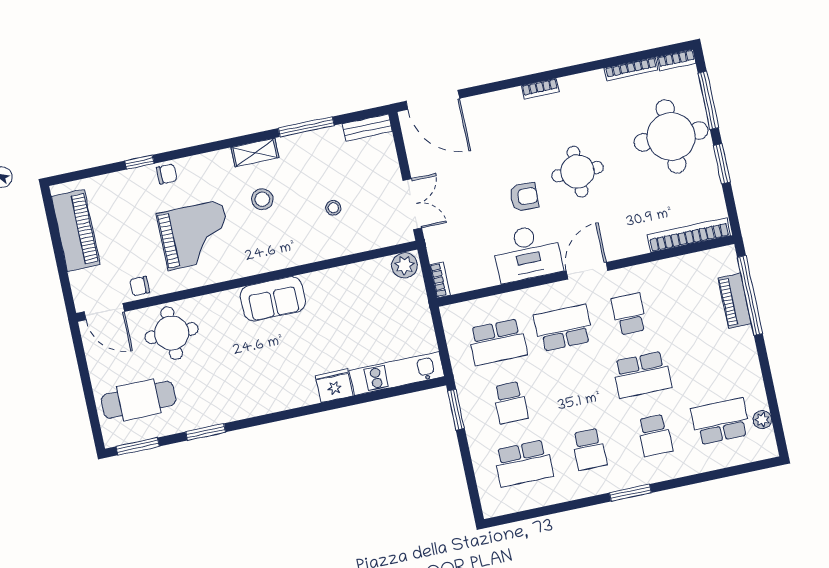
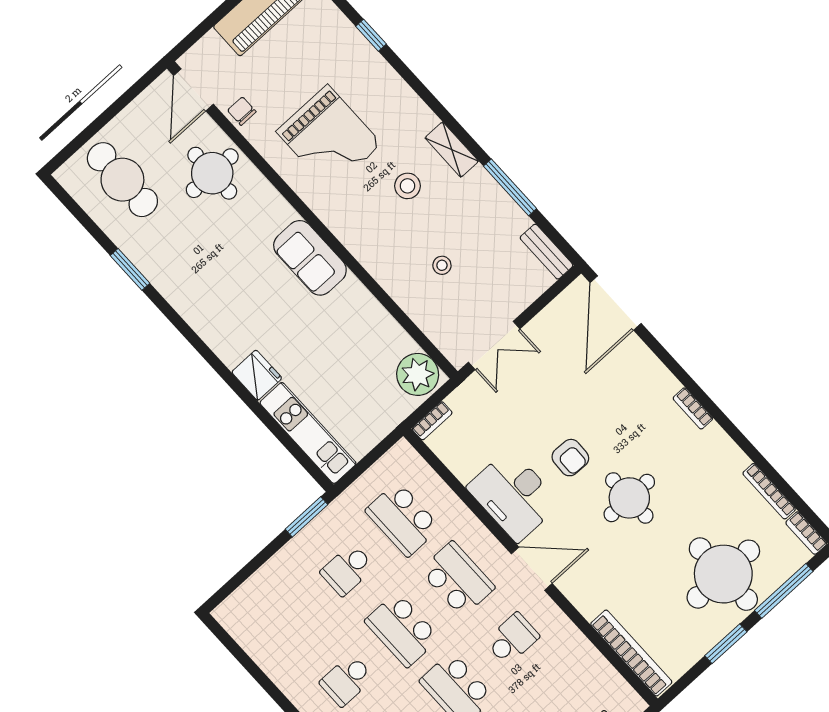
chair: (167, 174) -> (375, 71), removed
plant: (404, 265) -> (418, 374), width x1.36, depth x1.36
window: (138, 446) -> (73, 207), removed
school desk: (523, 463) -> (402, 630), moved

